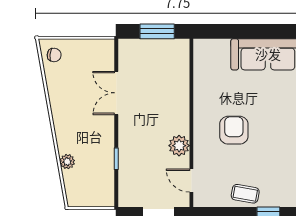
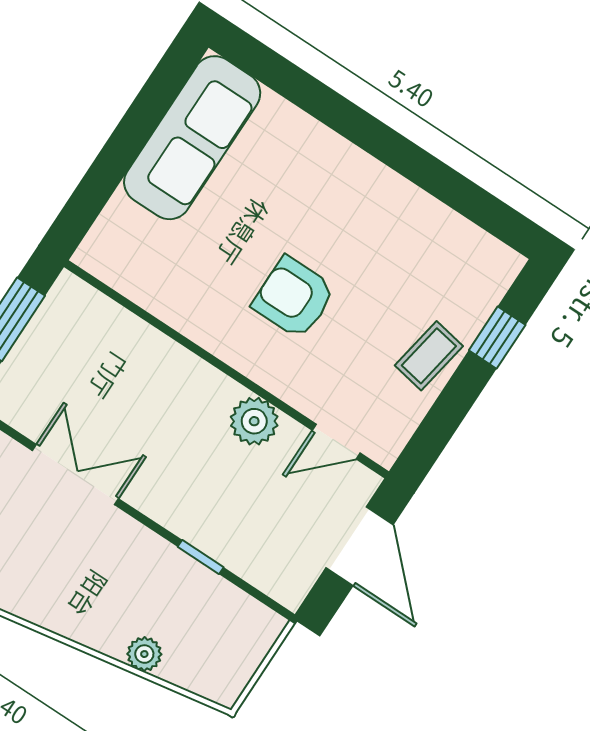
double door: (116, 93) -> (75, 475), swing flipped

